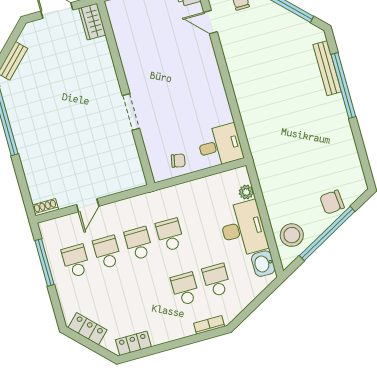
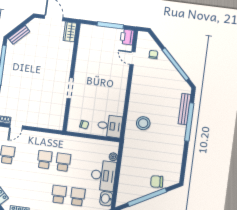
door: (88, 205) -> (16, 127), moved
stool: (292, 235) -> (143, 123), moved
school desk: (107, 252) -> (26, 157), removed

